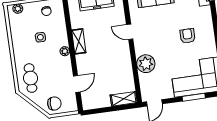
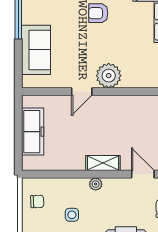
shelving: (79, 41) -> (103, 163), moved
plant: (146, 64) -> (109, 76), moved

